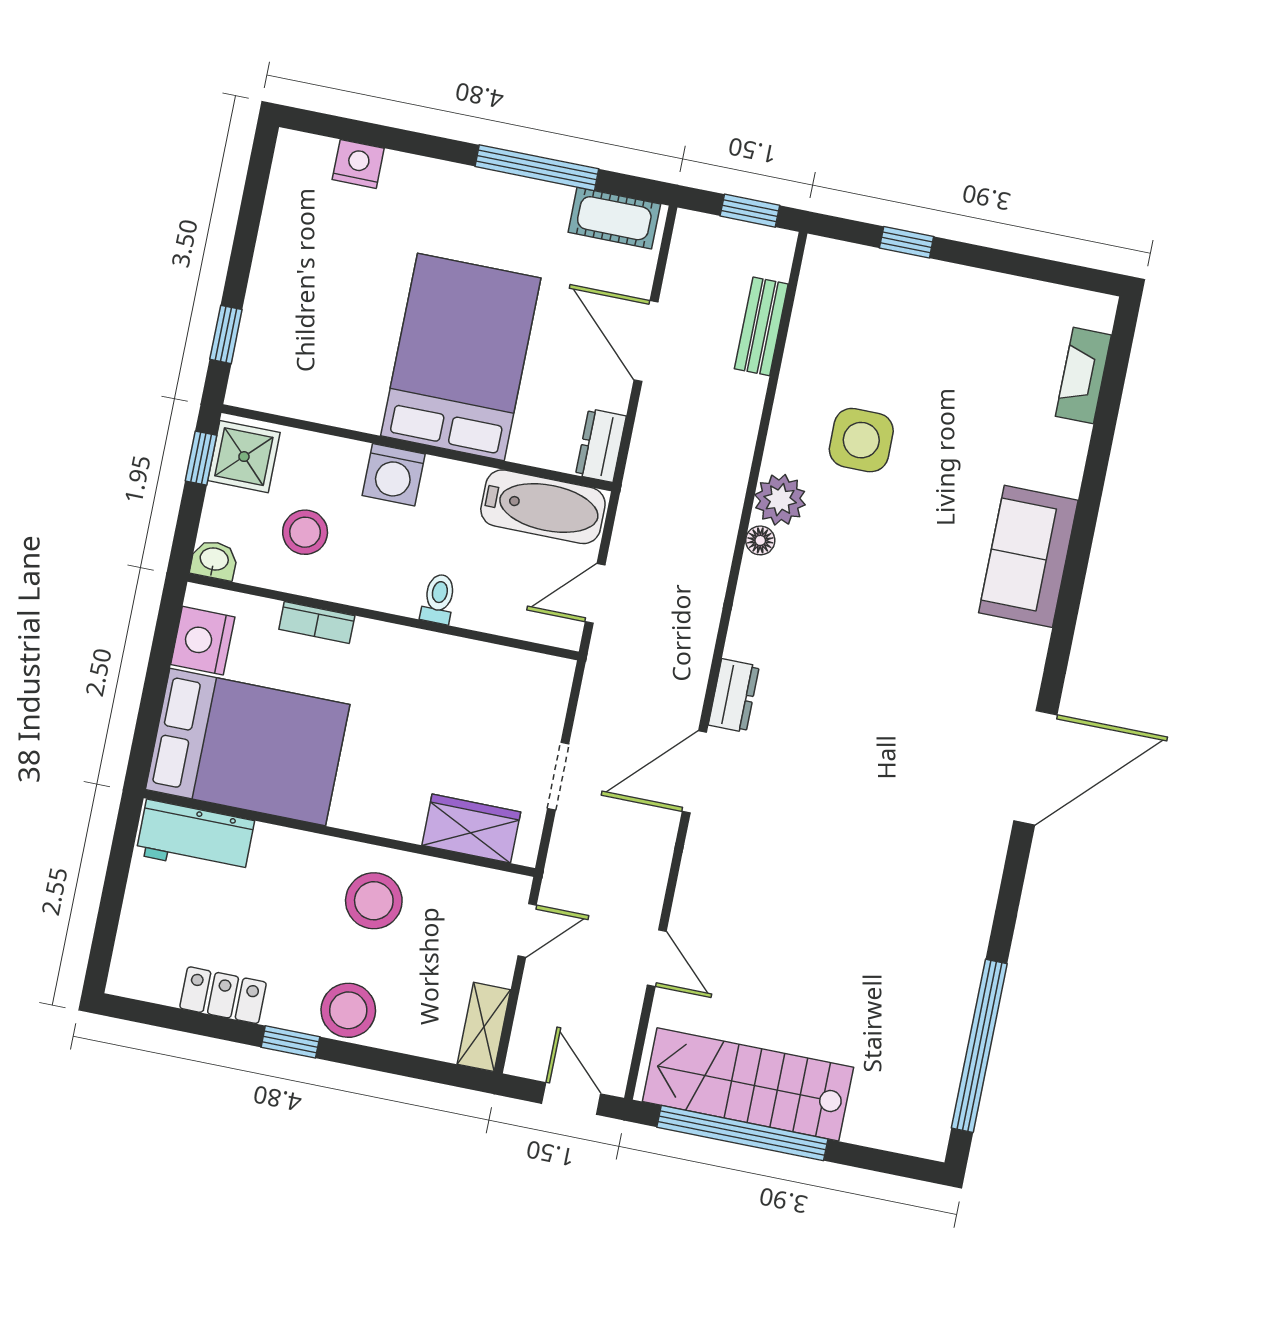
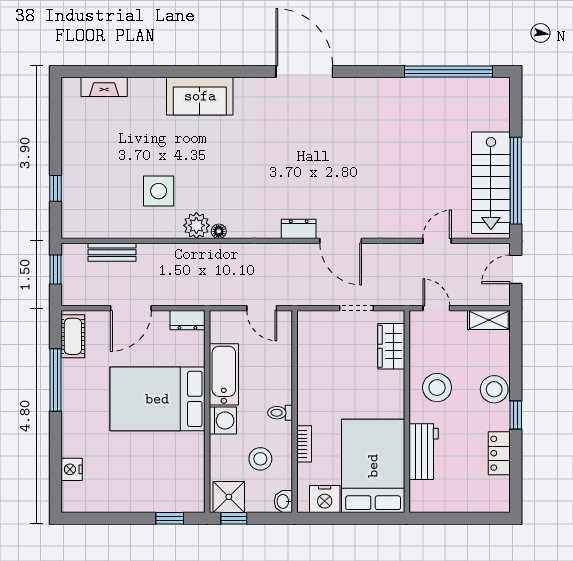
bathtub: (543, 507) -> (224, 374), moved
toilet: (439, 599) -> (280, 413), moved
workbench: (195, 838) -> (424, 452), moved

